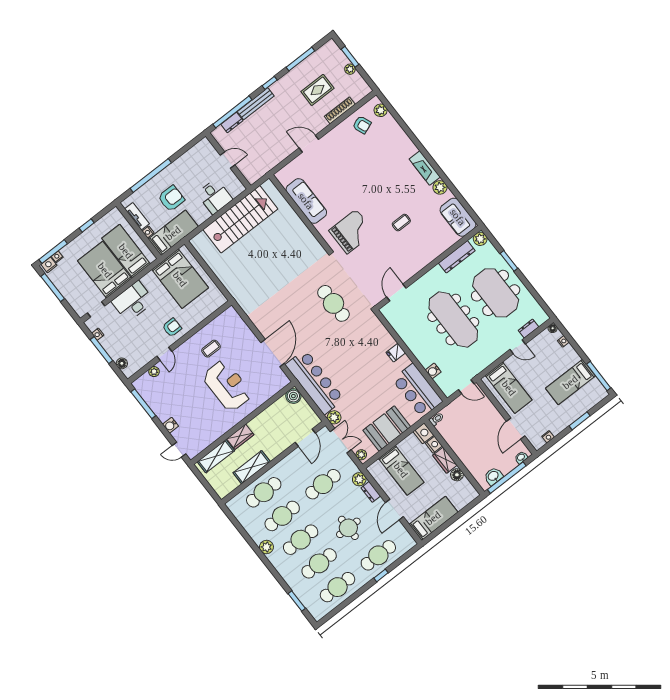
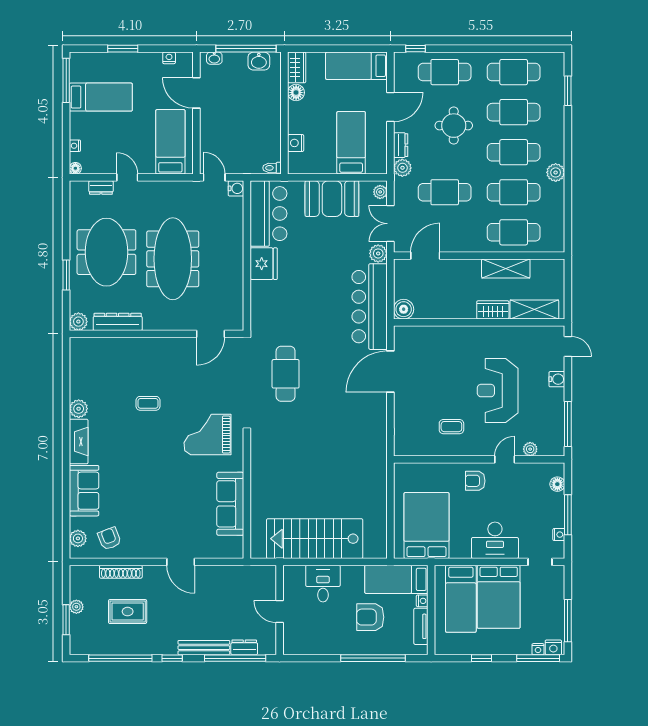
window: (300, 59) -> (120, 658), width x1.46
sofa: (458, 217) -> (84, 491), moved
fridge: (396, 353) -> (264, 264), width x1.88, depth x1.34
water cooler: (433, 371) -> (236, 188), moved
reception desk: (227, 386) -> (498, 391), moved
door: (516, 429) -> (196, 93), swing flipped
nightstand: (423, 433) -> (297, 164), removed
wardrobe: (445, 460) -> (297, 67), moved
window: (381, 575) -> (415, 49), moved

